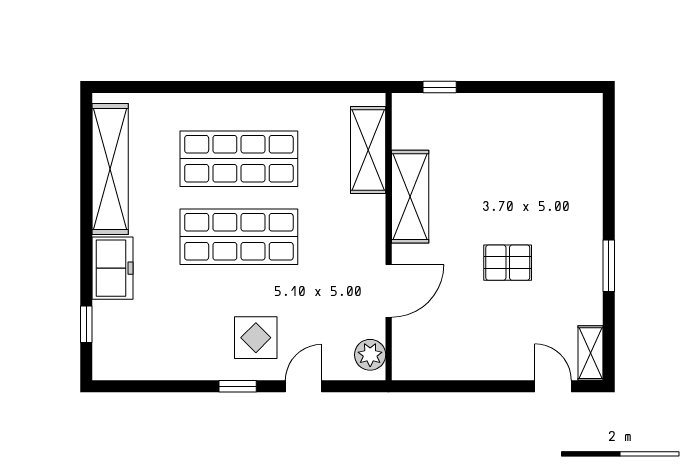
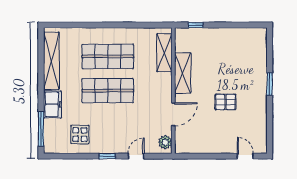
window: (609, 266) -> (270, 84), moved
window: (86, 324) -> (41, 129), width x2.17
display table: (256, 338) -> (80, 135), moved
shelving: (590, 353) -> (262, 142), removed

